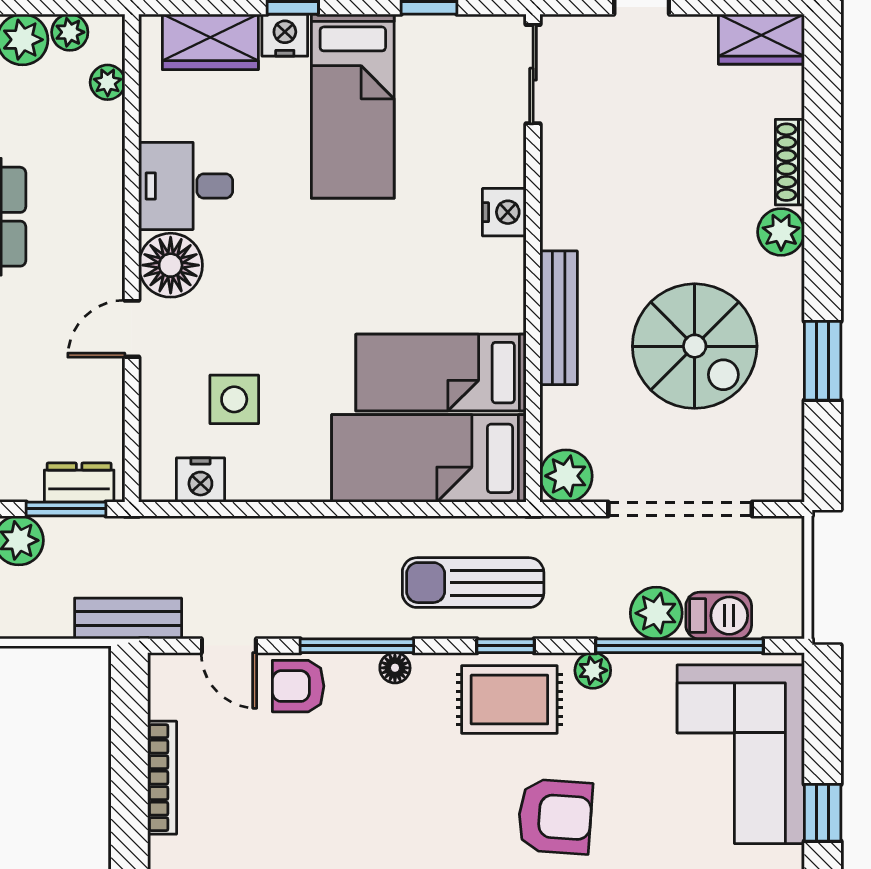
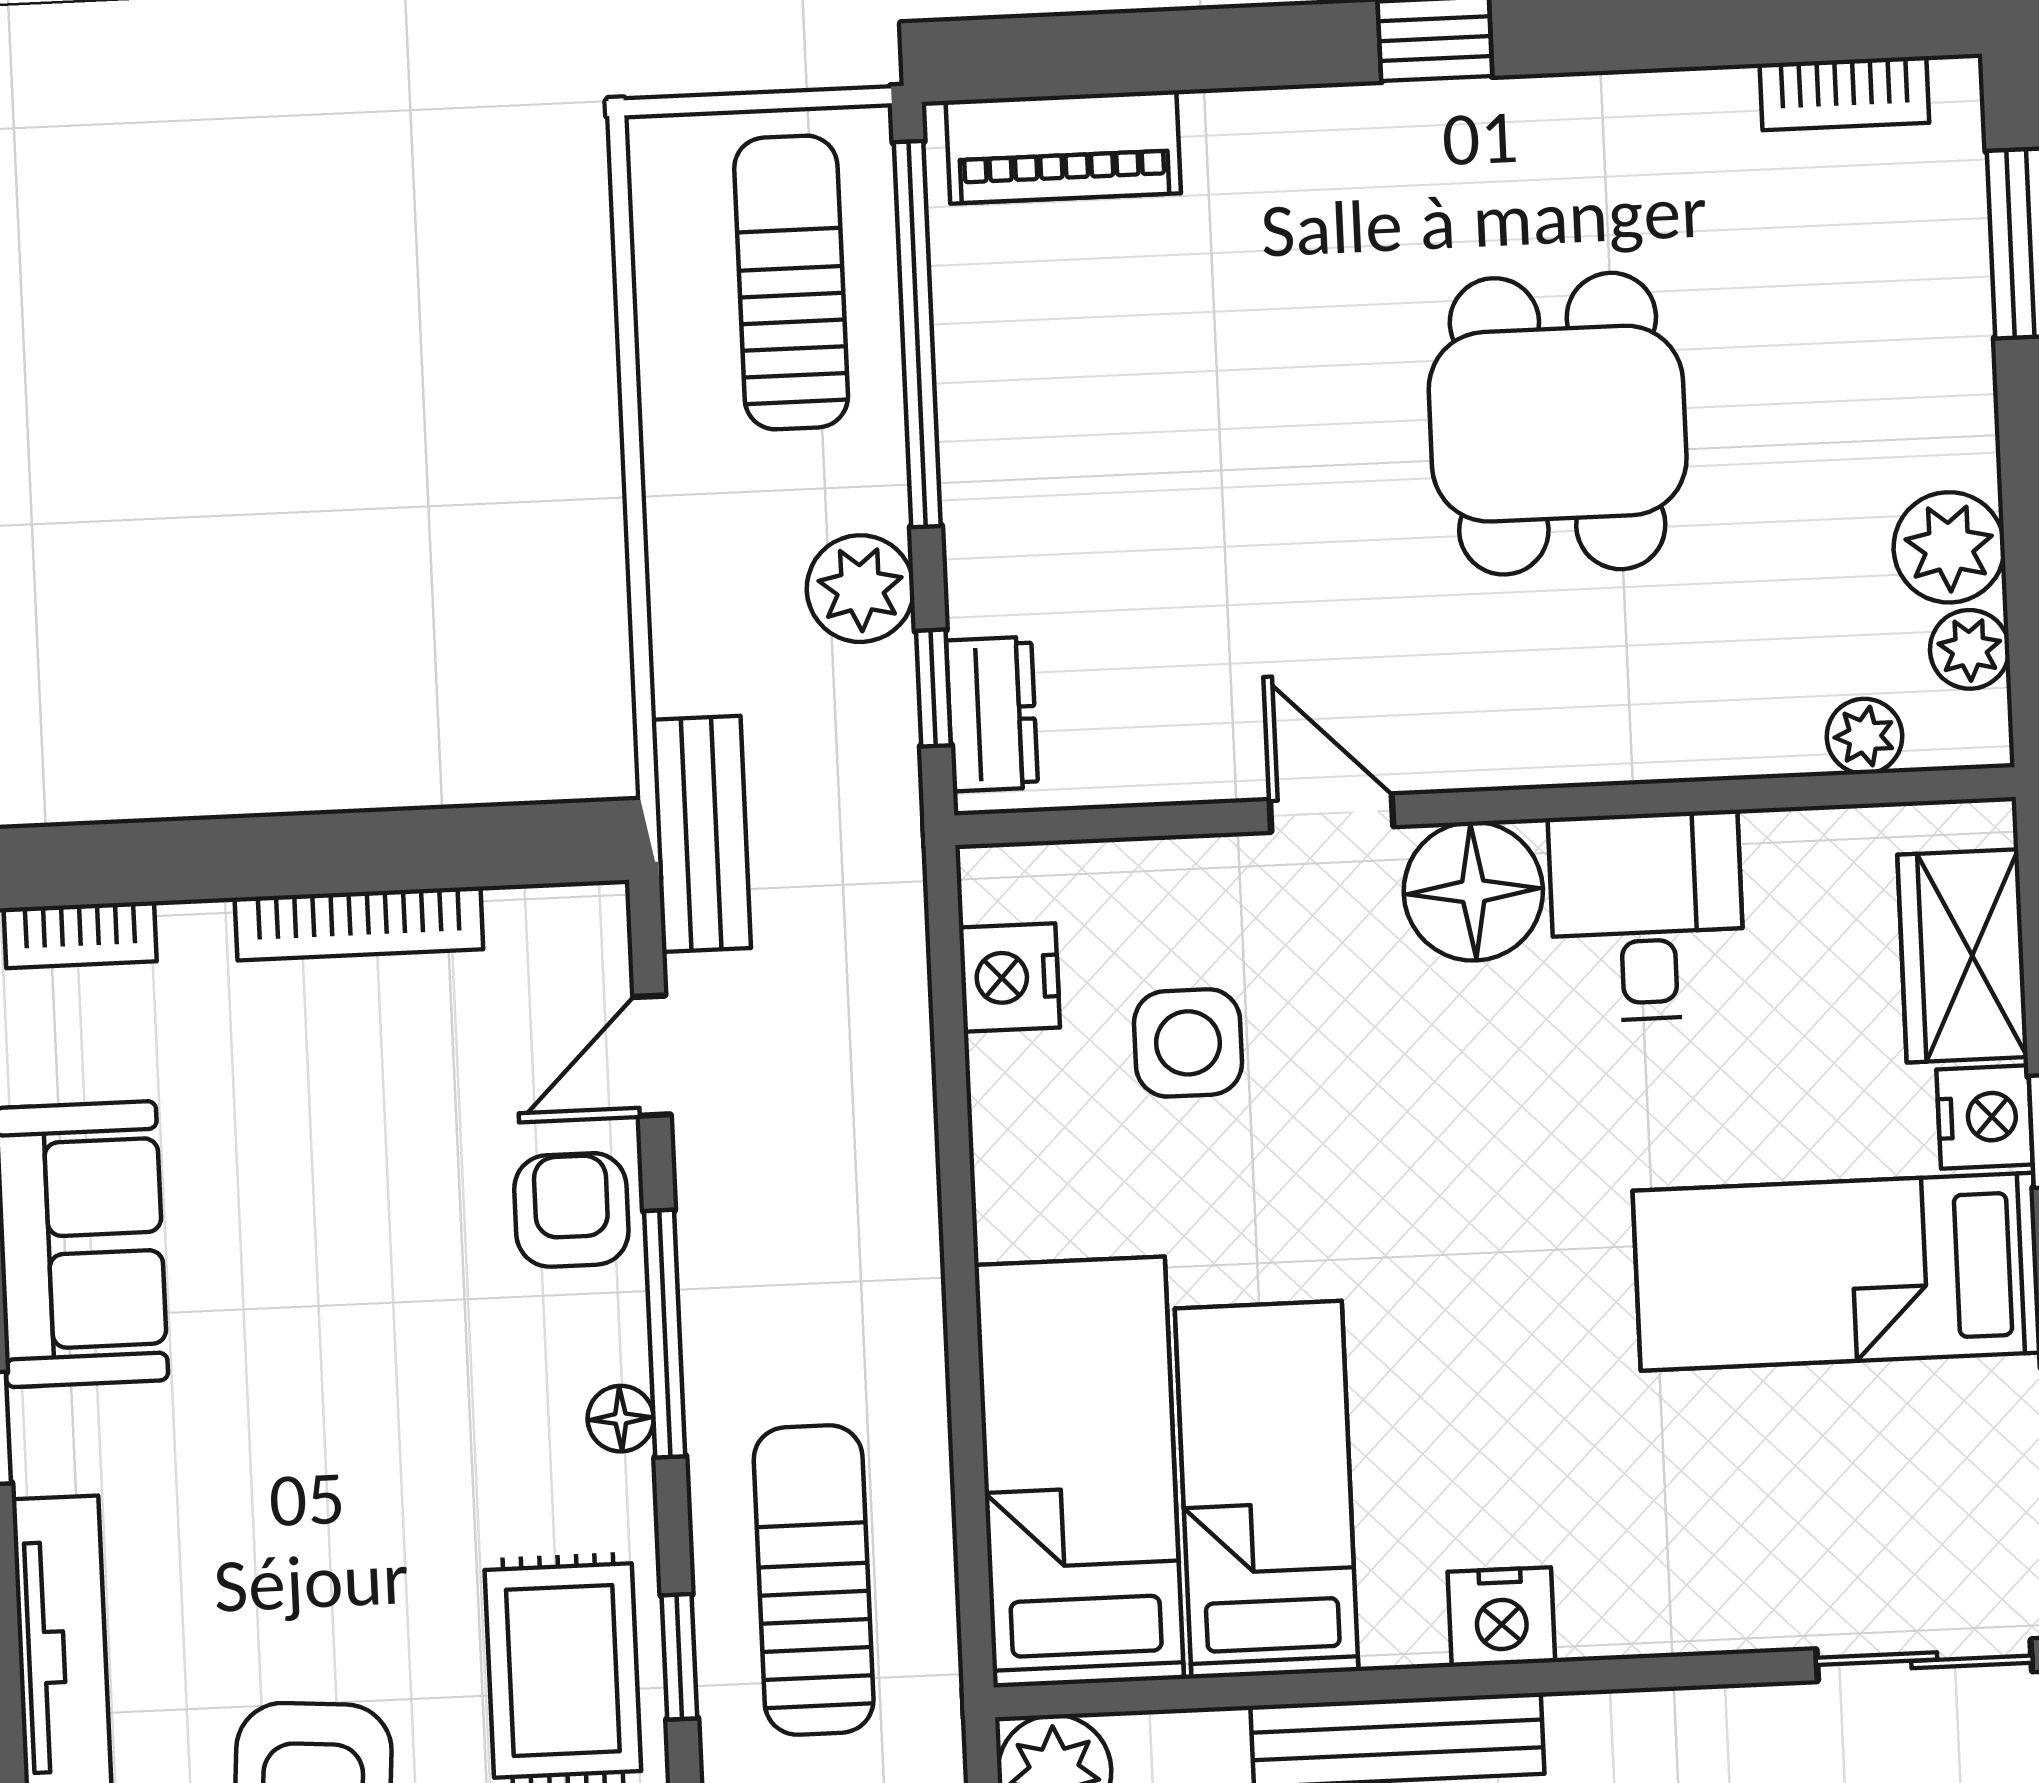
nightstand: (504, 212) -> (1501, 1617), moved
window: (66, 509) -> (933, 688), width x0.67

